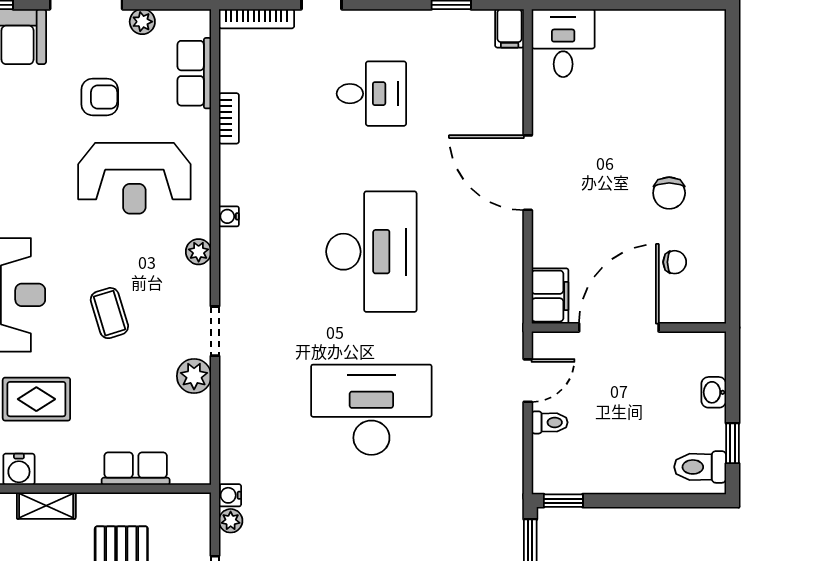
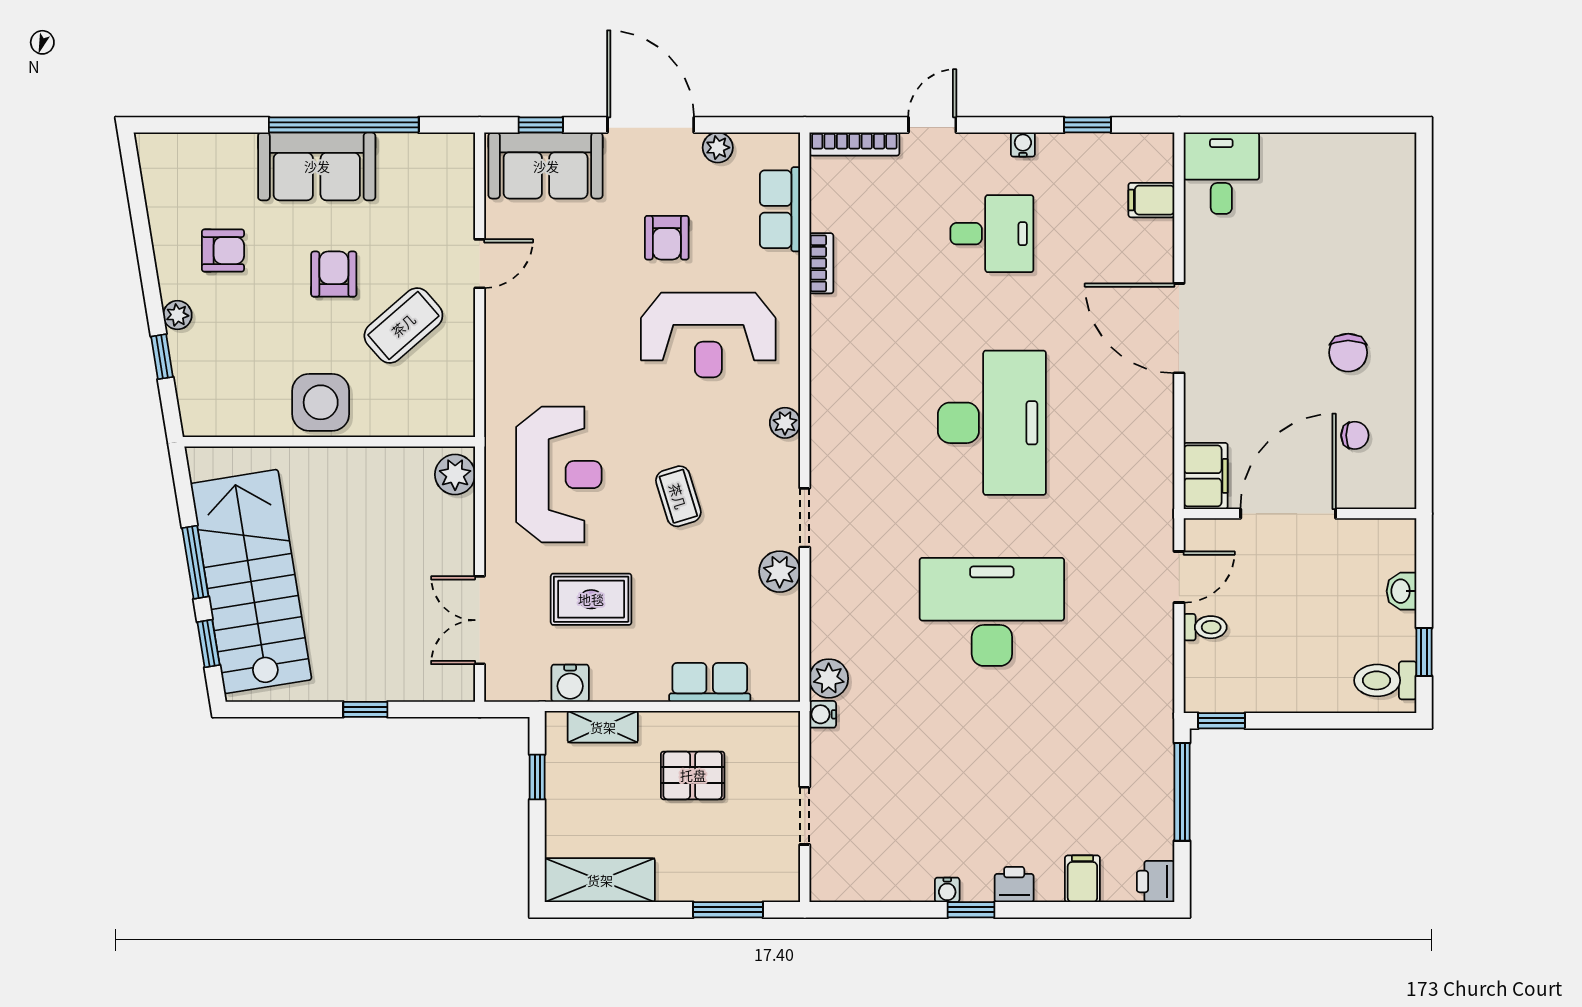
filing cabinet: (510, 28) -> (1151, 200), moved, turned 90
armchair: (100, 97) -> (667, 238), turned 90
water cooler: (229, 216) -> (1023, 145), moved, turned 90
plant: (231, 521) -> (829, 678), moved, width x1.38, depth x1.38

